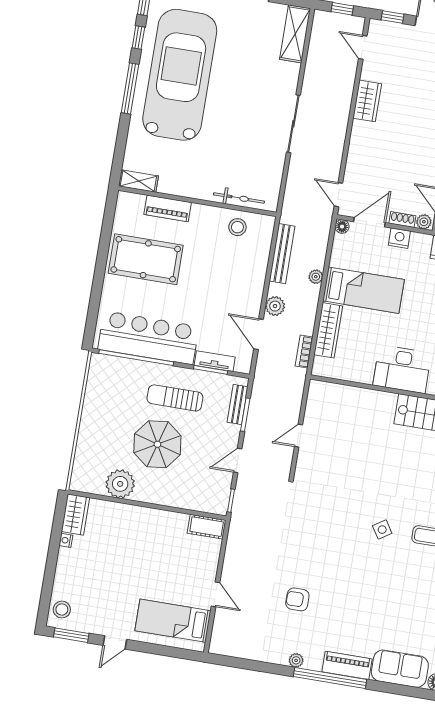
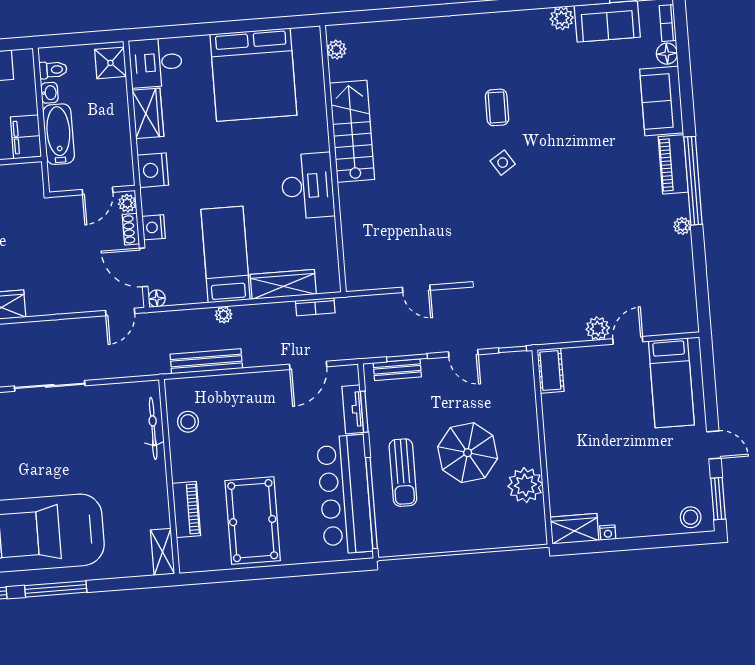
plant: (275, 306) -> (598, 328), moved
sun lounger: (175, 398) -> (403, 473), moved
armchair: (297, 599) -> (610, 242), removed

